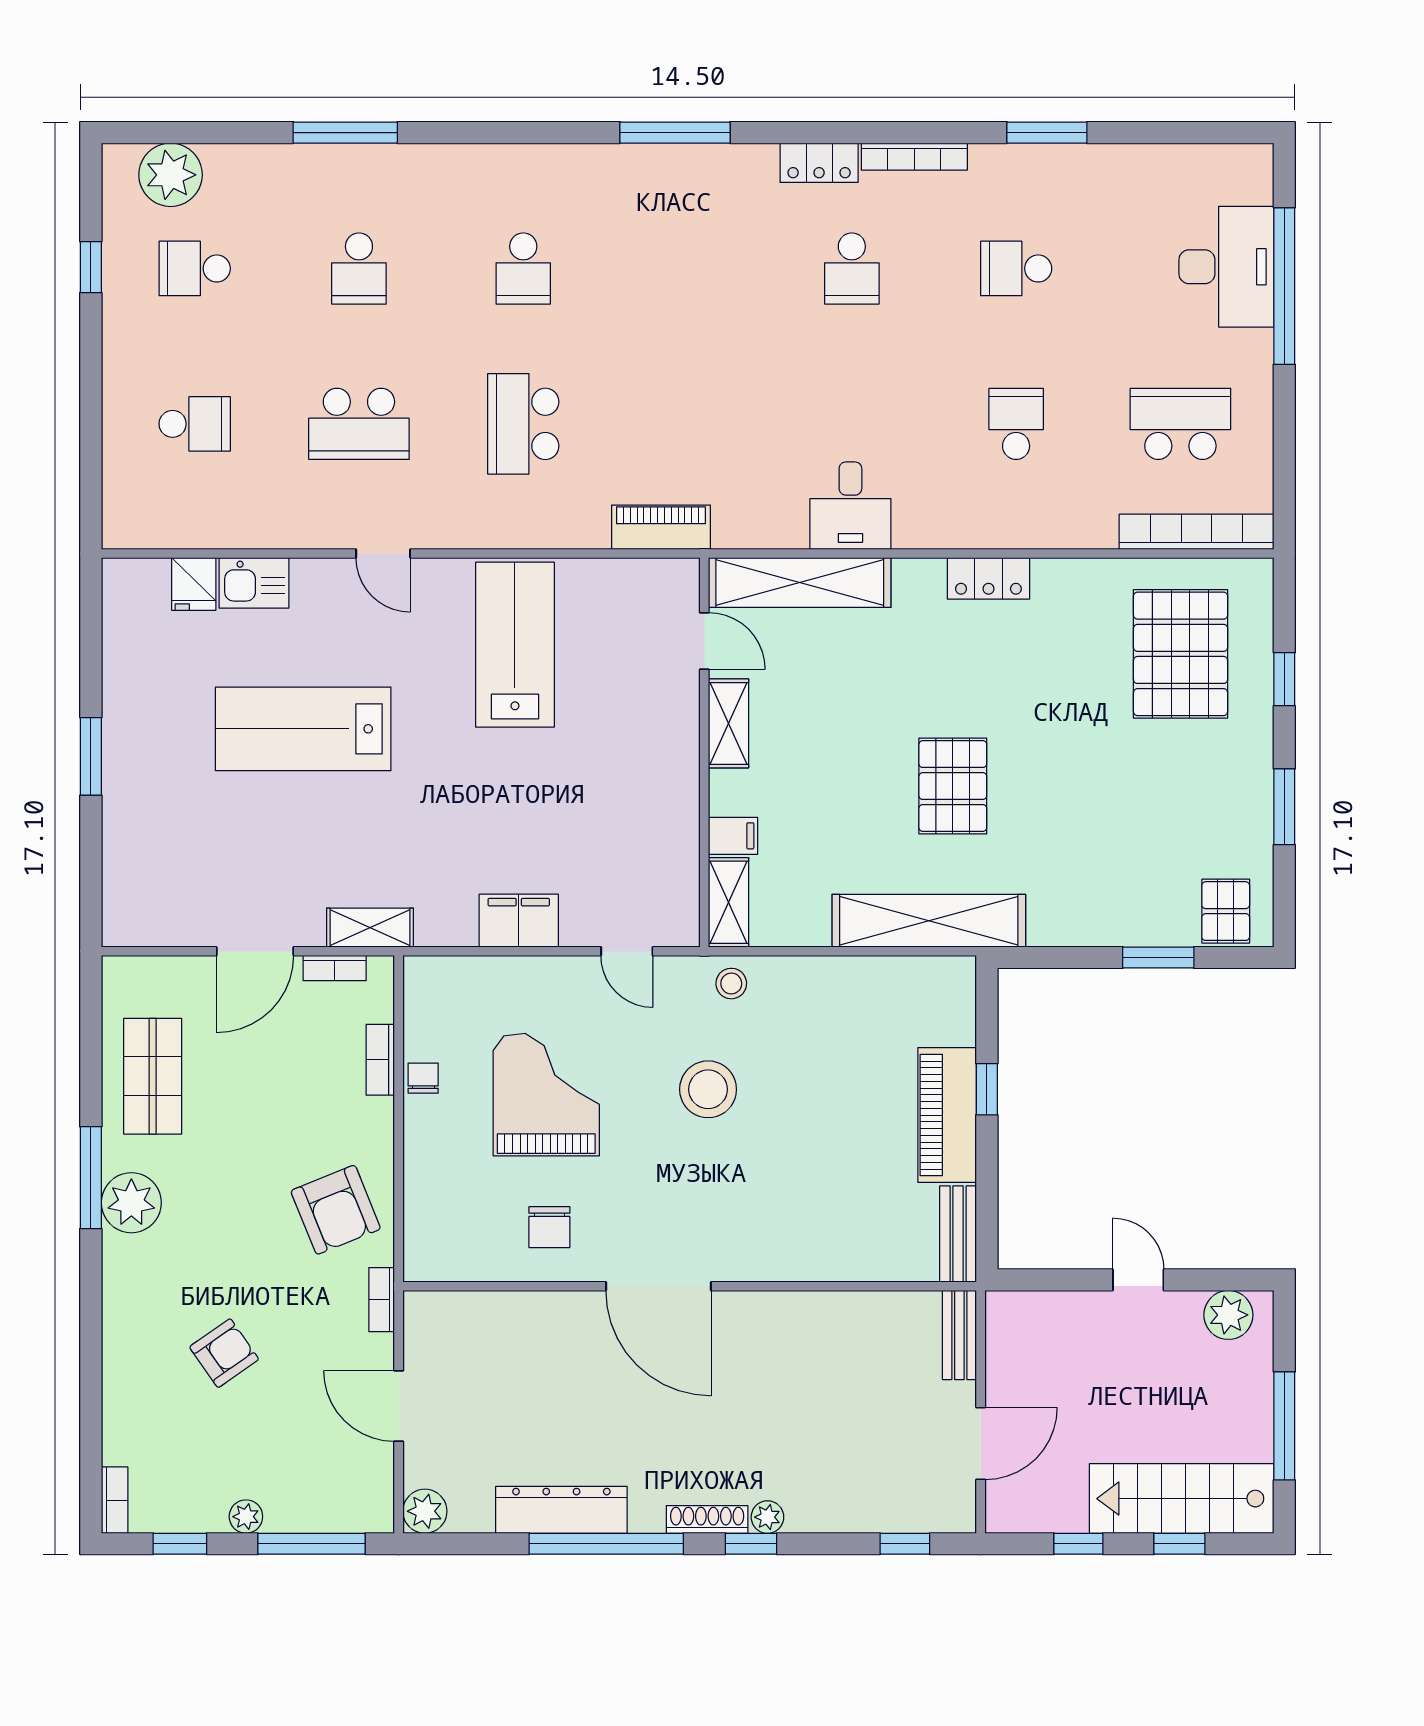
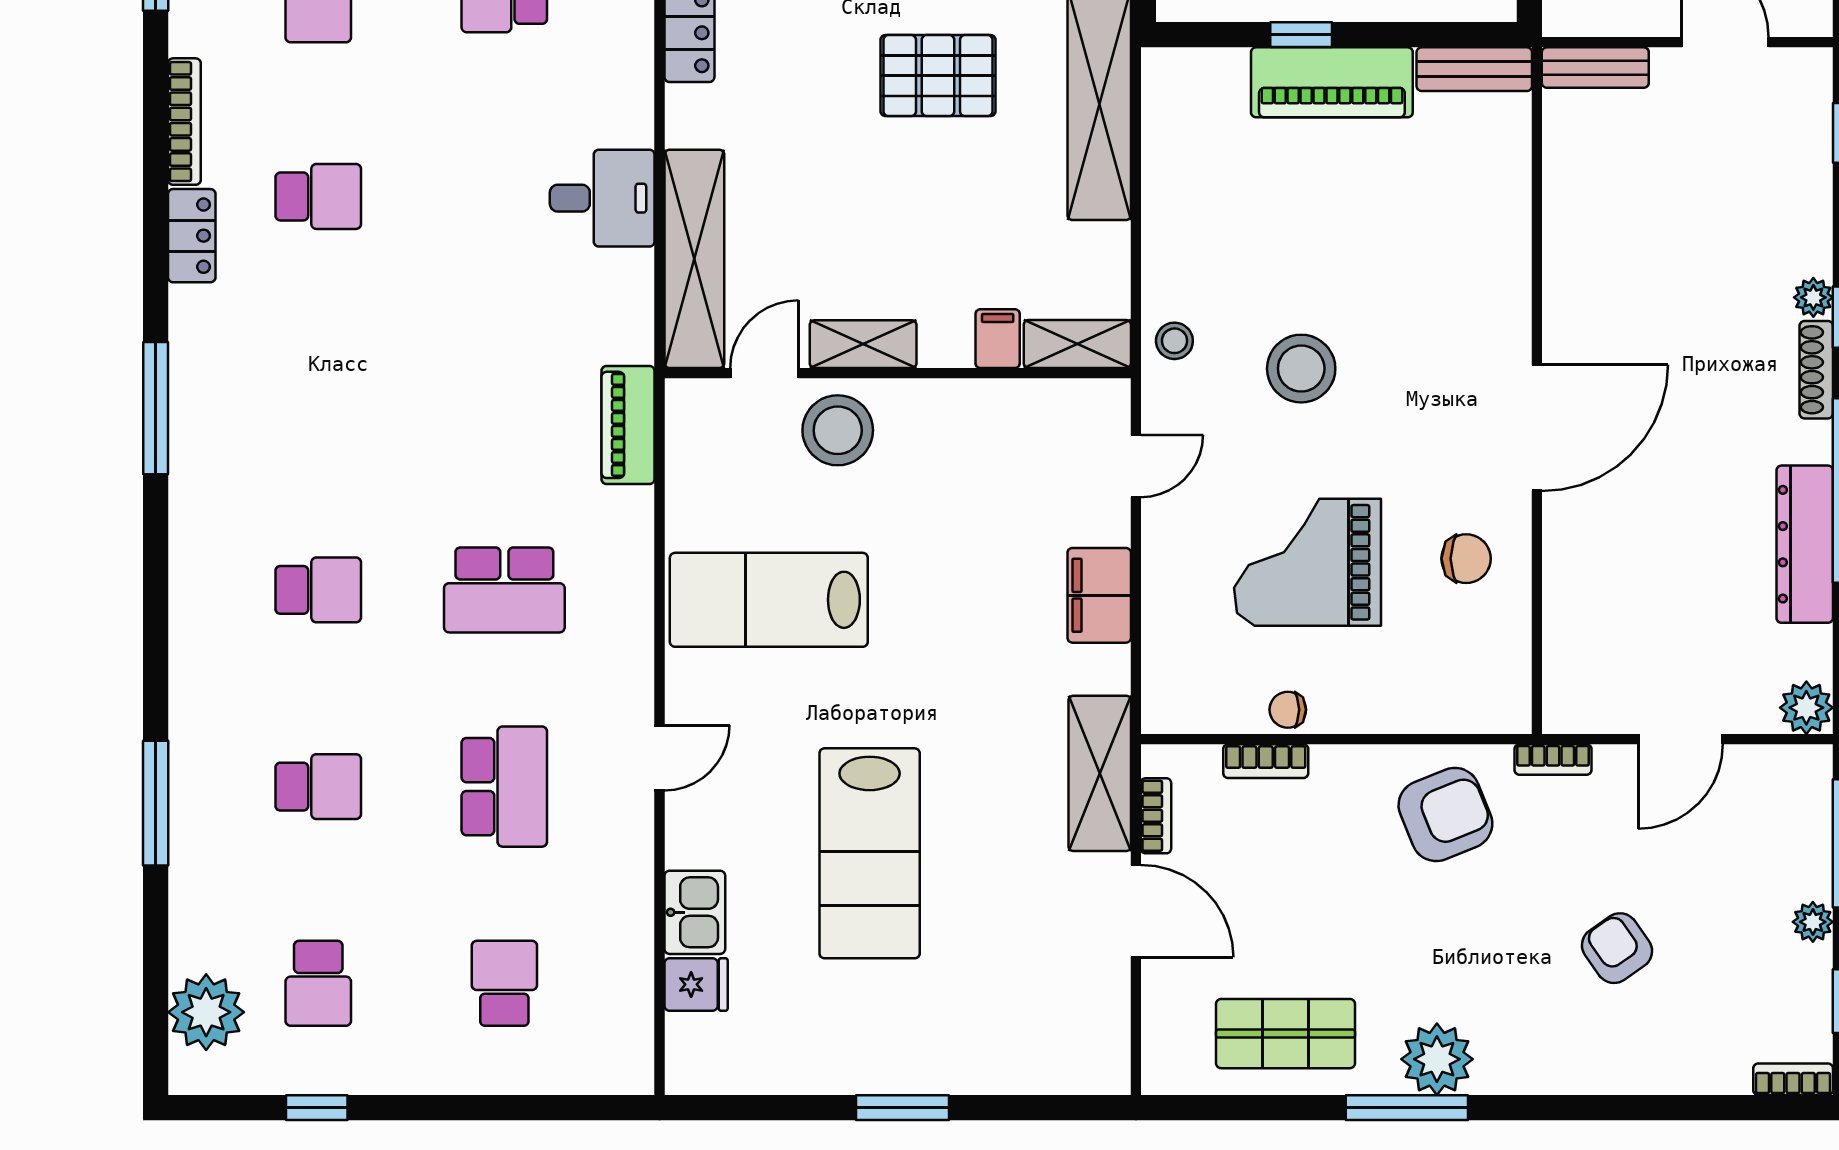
stool: (657, 702) -> (838, 430), added
shelving: (370, 928) -> (1100, 773), width x1.50, depth x1.33

